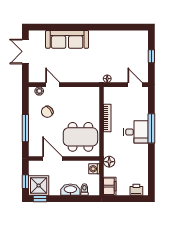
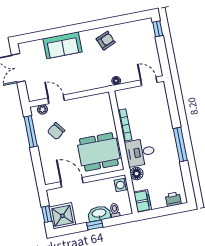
sofa: (67, 39) -> (63, 45), width x0.73
armchair: (105, 43) -> (106, 41), added
window: (151, 56) -> (158, 29), moved
window: (25, 128) -> (31, 132), moved
window: (151, 128) -> (180, 145), moved
desk: (136, 132) -> (140, 152), moved, turned 180
window: (40, 199) -> (95, 225), moved

